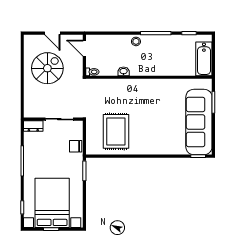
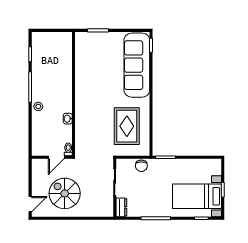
door: (52, 33) -> (30, 204), moved
door: (84, 48) -> (56, 157), moved
bathtub: (204, 59) -> (56, 40), removed
sofa: (199, 122) -> (137, 65), moved, turned 90
rug: (116, 131) -> (127, 126), turned 90
bed with nightstands: (52, 203) -> (197, 196), width x0.73

